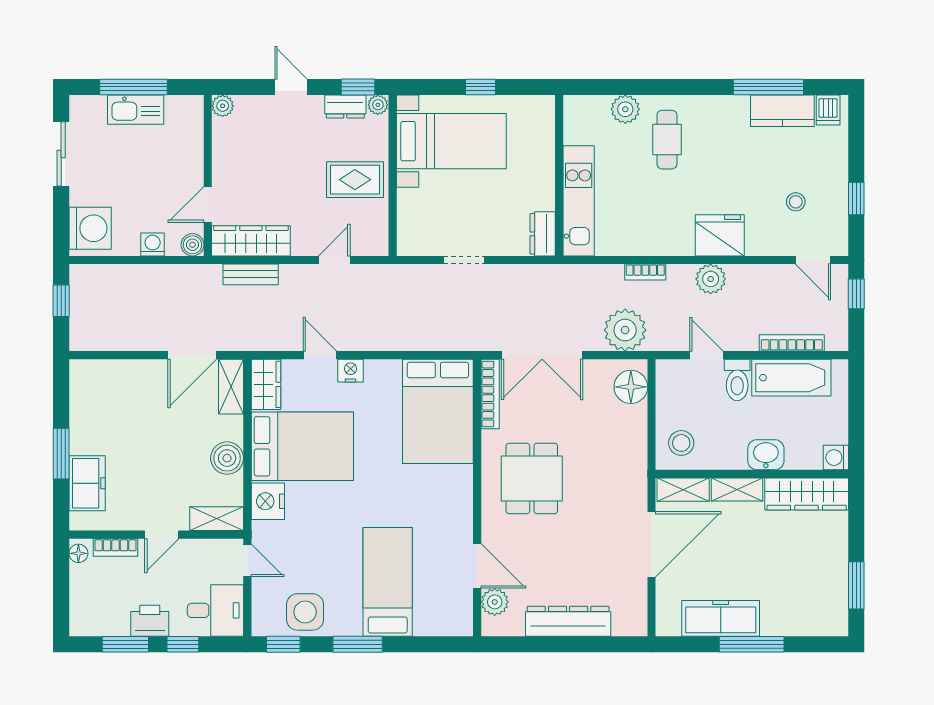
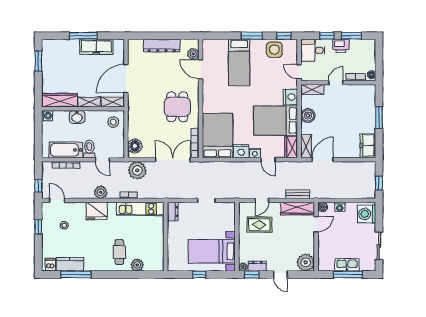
plant: (223, 106) -> (306, 262), width x1.87, depth x1.87
rug: (355, 180) -> (259, 225), moved
kitchen unit: (579, 201) -> (140, 209), moved, turned -90
nightstand: (383, 375) -> (241, 151), added
freezer: (87, 483) -> (368, 145), moved

